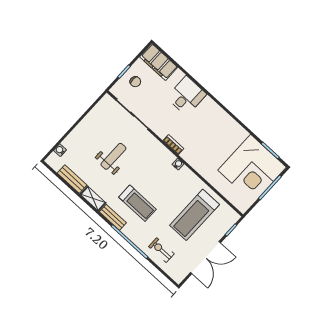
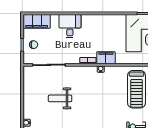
weight bench: (113, 156) -> (60, 98), turned -90
filing cabinet: (193, 158) -> (106, 58), added
treadmill: (137, 203) -> (98, 112), removed

